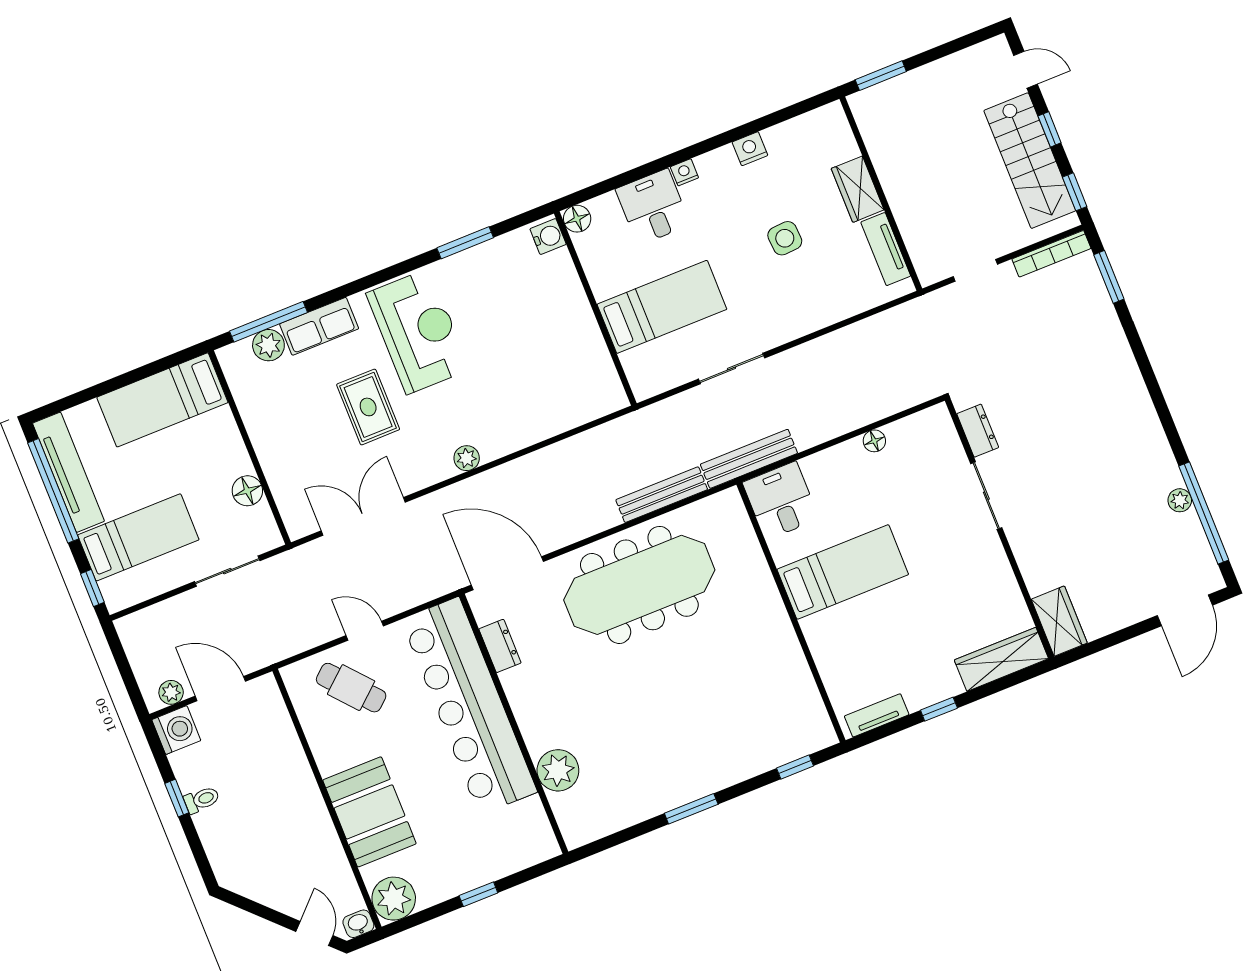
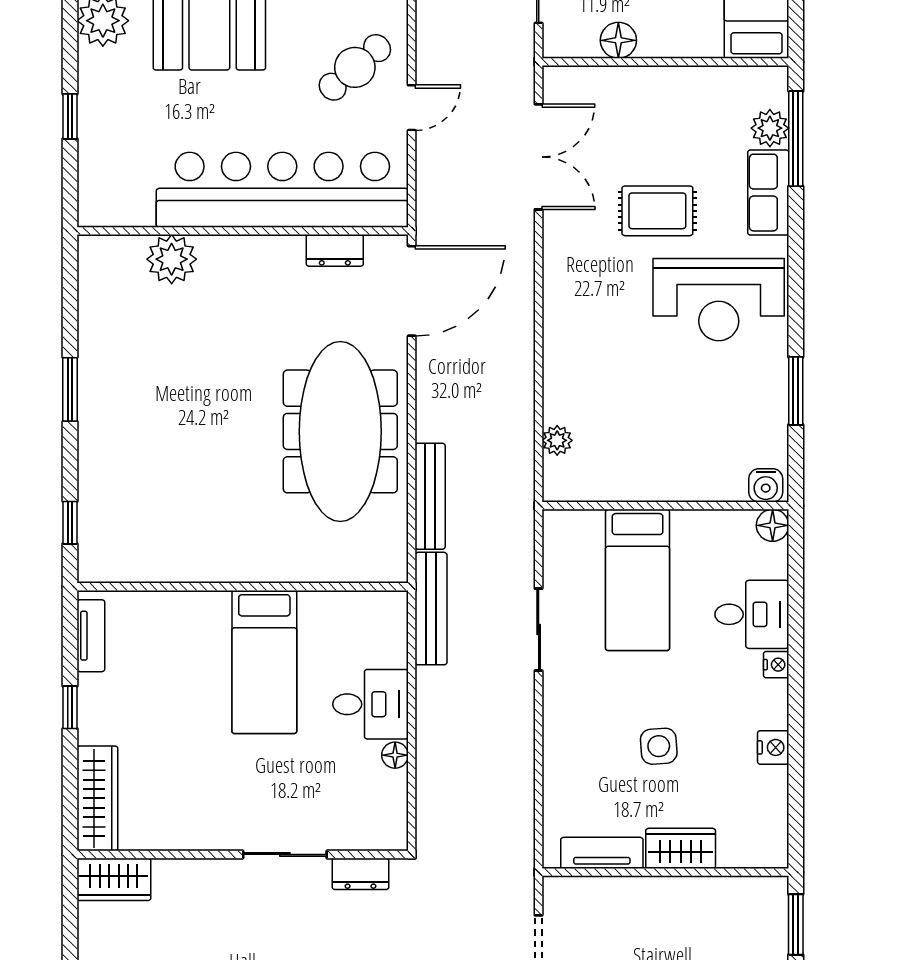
plant: (467, 458) -> (557, 440), moved
desk: (781, 501) -> (371, 704), moved

